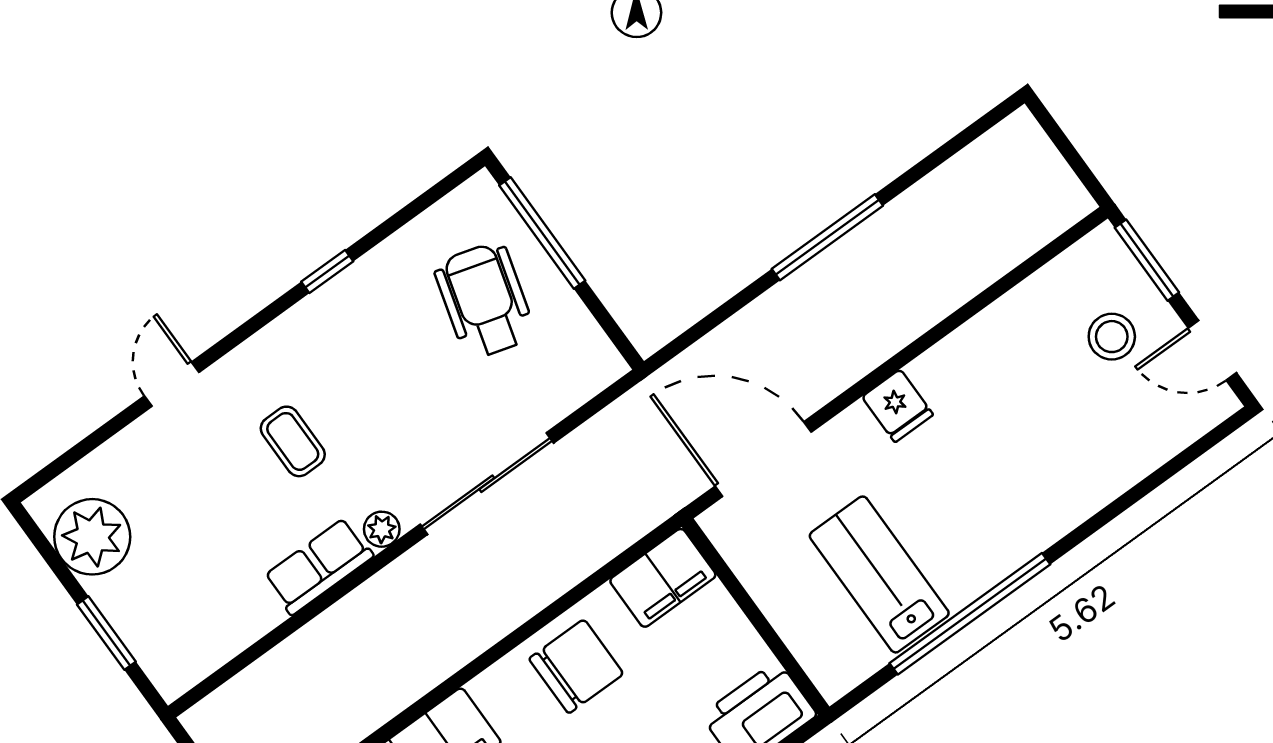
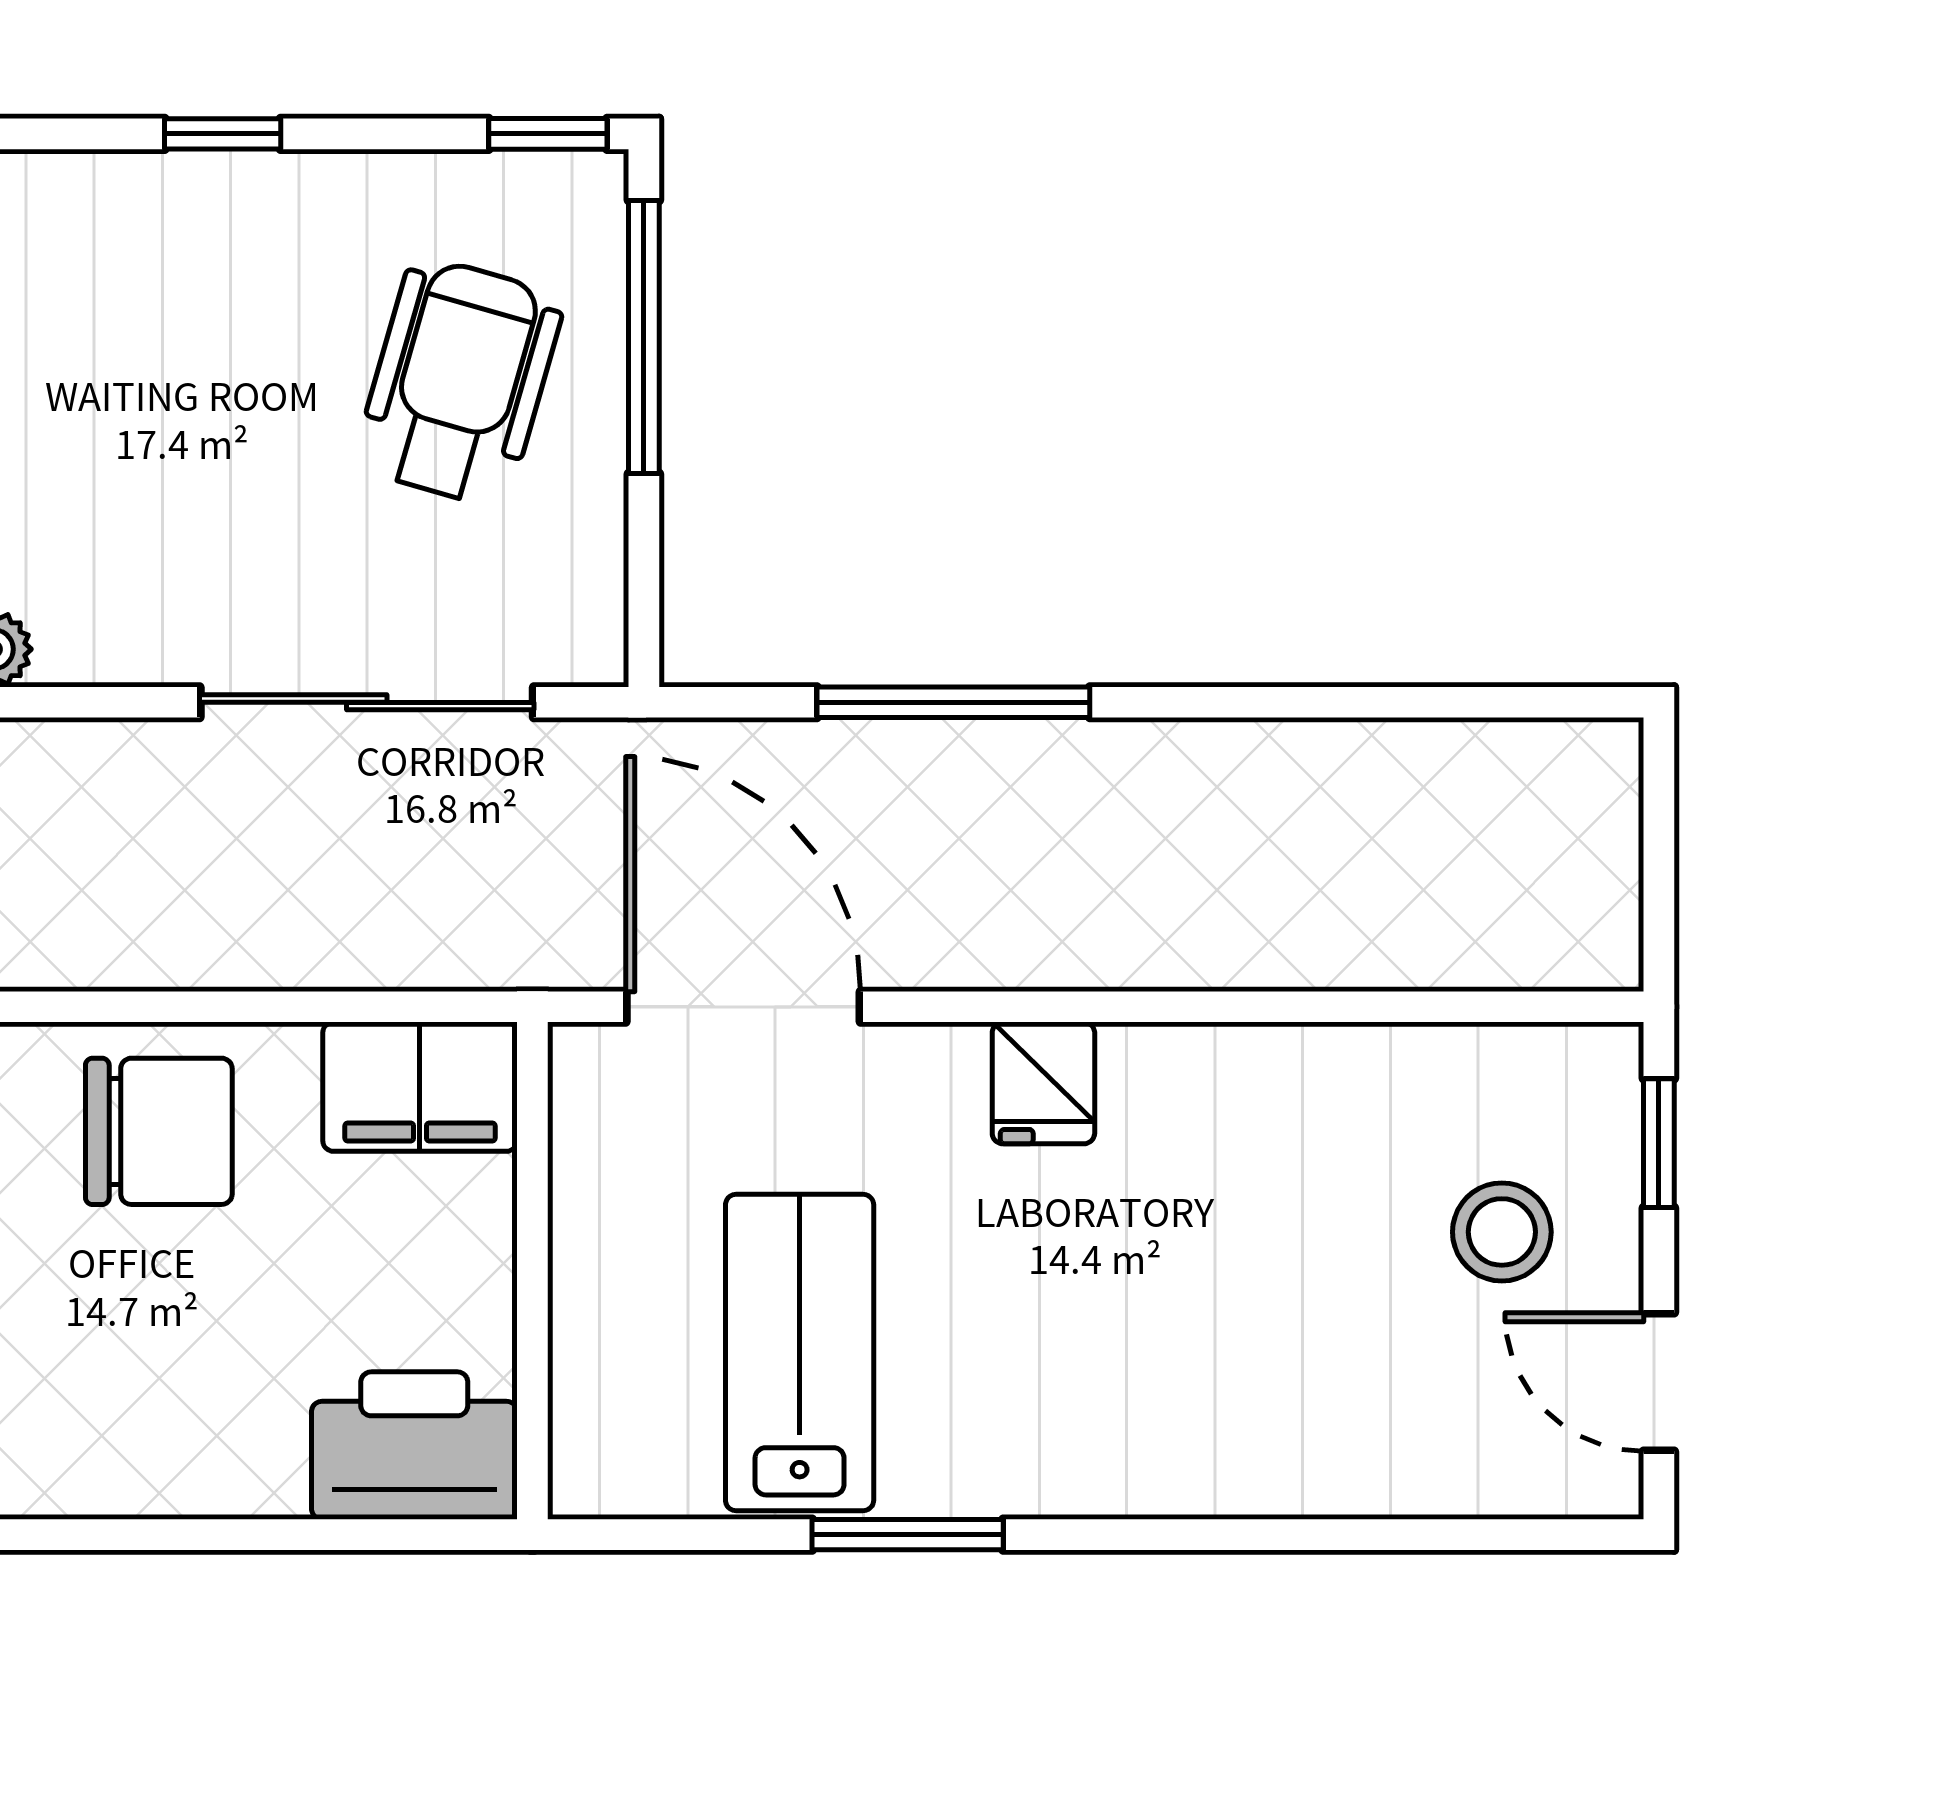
window: (450, 182) -> (548, 134), added
window: (827, 237) -> (953, 702), moved
window: (1147, 260) -> (1659, 1143), width x0.67
sliding door: (487, 484) -> (367, 702), moved
window: (970, 614) -> (908, 1535), width x0.47

